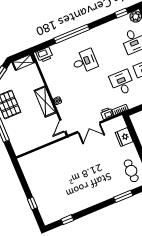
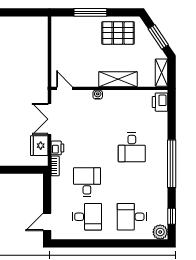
window: (72, 34) -> (172, 164), moved
desk: (122, 83) -> (87, 182), turned -90
shelving: (45, 102) -> (118, 79), moved
fridge: (124, 137) -> (39, 146), moved, turned -90

